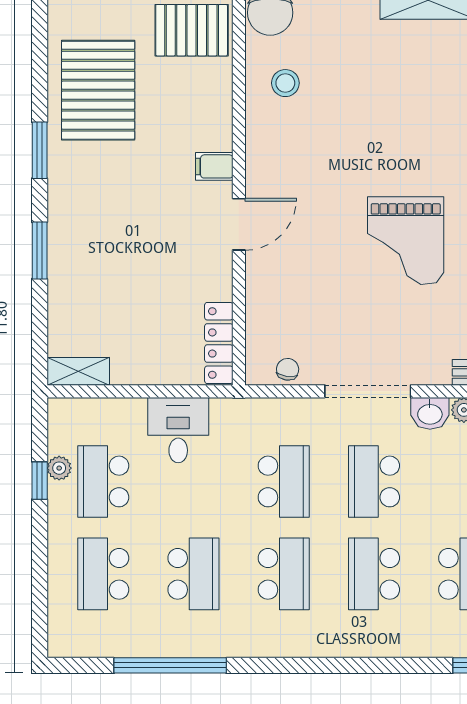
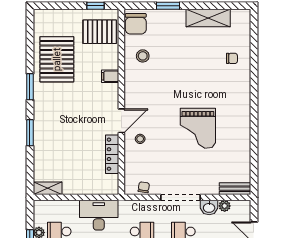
filing cabinet: (214, 166) -> (110, 76), moved
stool: (280, 264) -> (140, 139), added
locker: (219, 343) -> (112, 154), moved
desk: (178, 430) -> (99, 215), width x1.37

